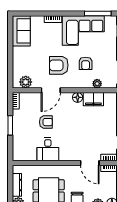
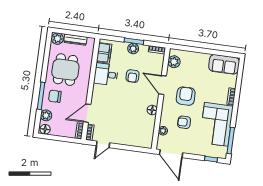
filing cabinet: (93, 99) -> (104, 53), moved, turned 180
plant: (18, 125) -> (133, 49), added

